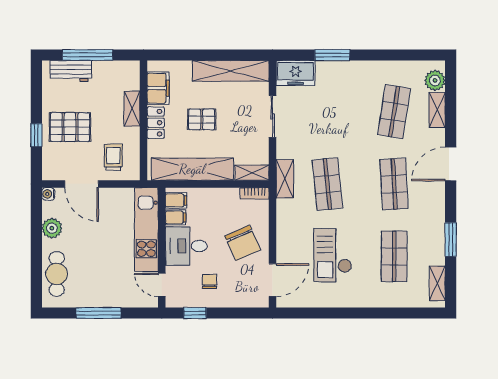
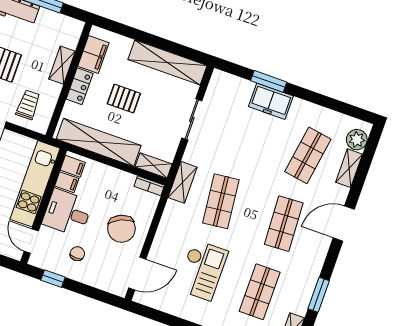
freezer: (296, 73) -> (271, 101), moved
checkout: (333, 255) -> (202, 270), turned 180

